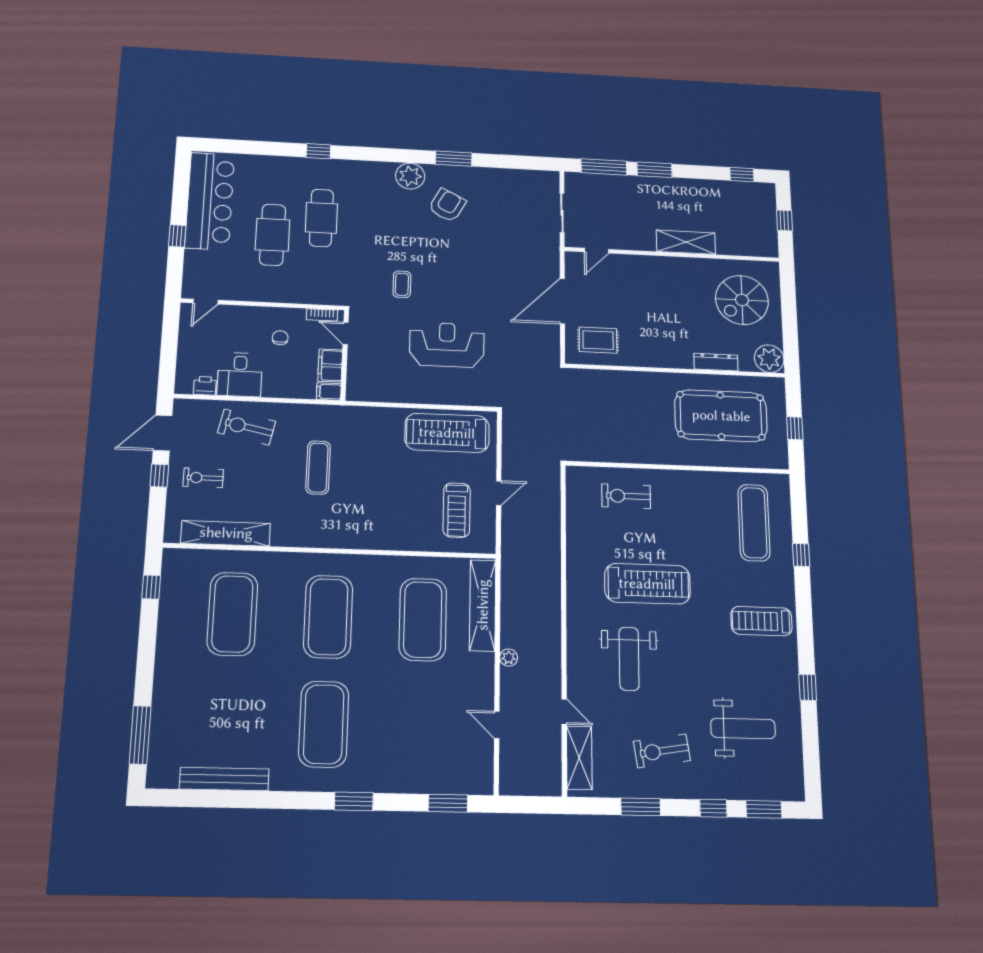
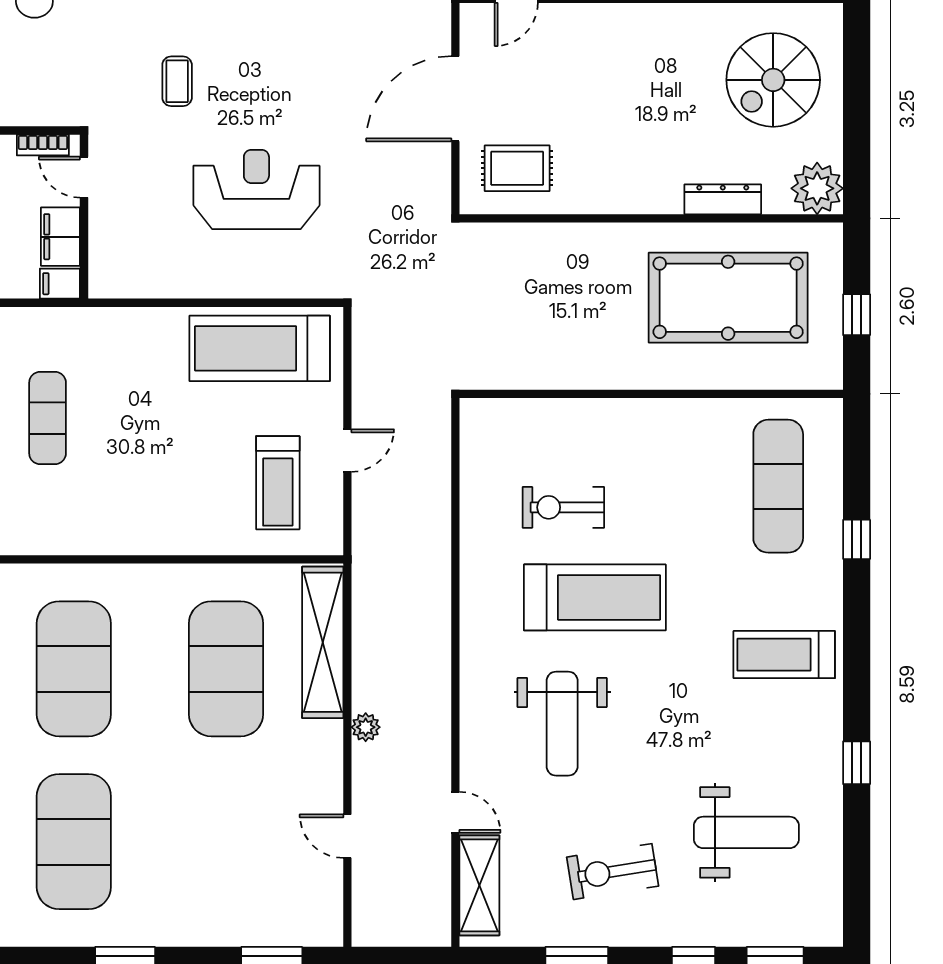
exercise bike: (626, 496) -> (563, 507), moved

